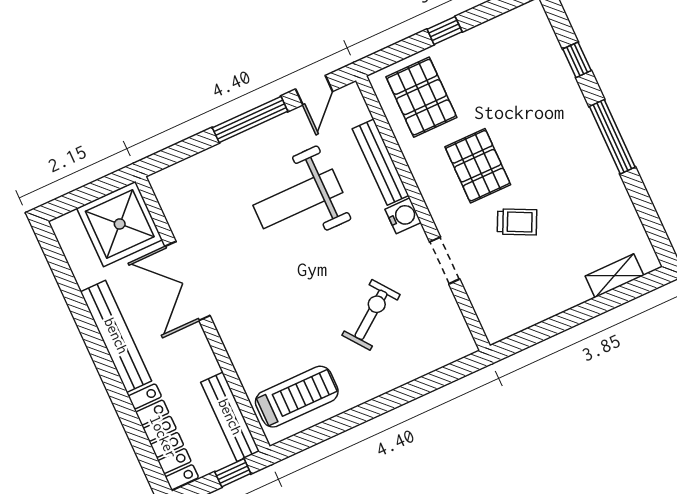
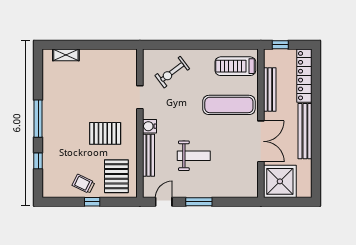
window: (250, 120) -> (199, 202), width x0.69
pallet: (478, 166) -> (105, 133), turned 90
weight bench: (298, 199) -> (194, 156), width x0.73, depth x0.75
trolley: (517, 222) -> (83, 184), moved
exercise bike: (371, 315) -> (172, 72), moved
exercise mat: (276, 321) -> (229, 105), added
bench: (230, 417) -> (270, 90), moved

